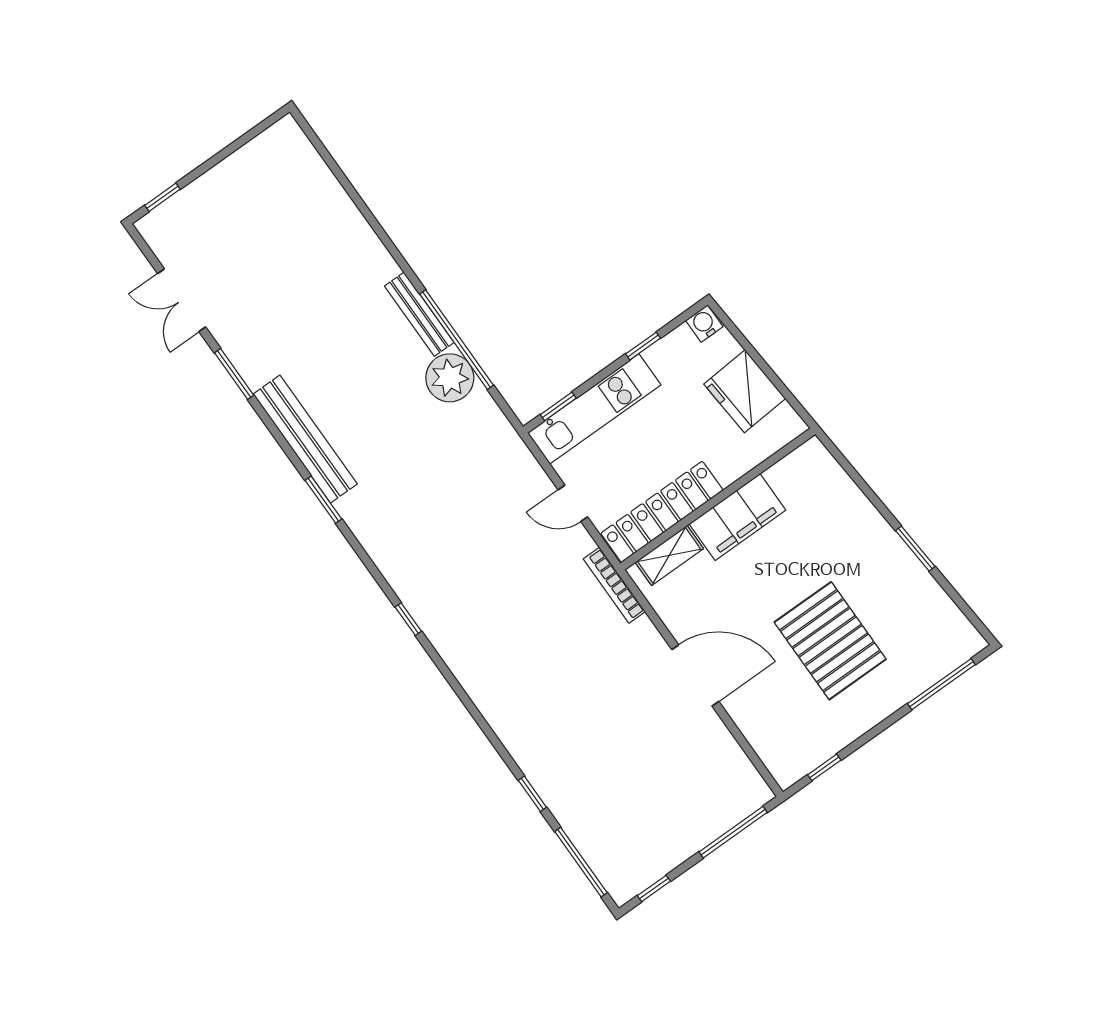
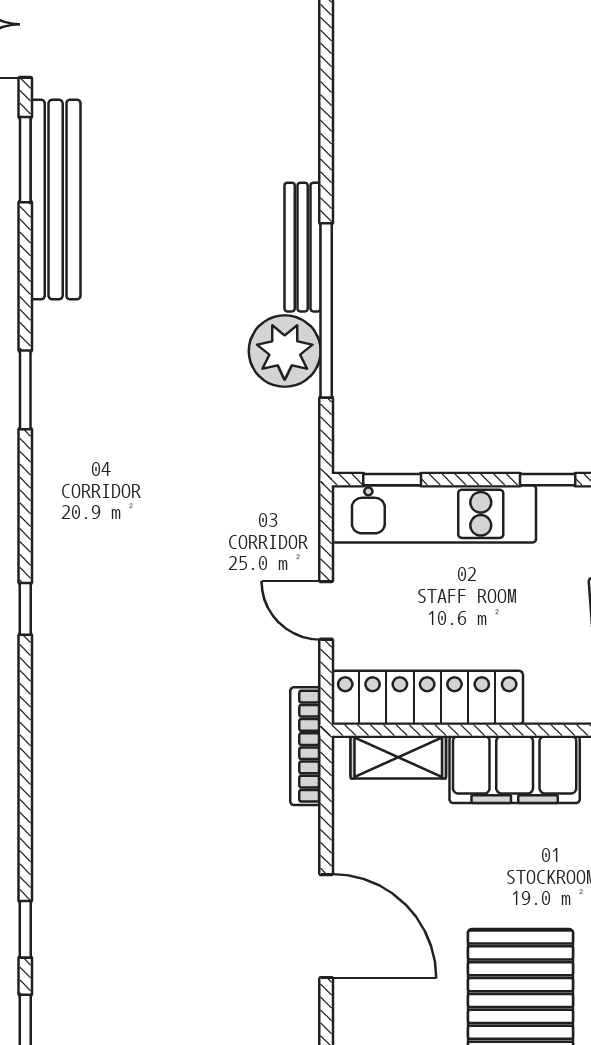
bench: (305, 439) -> (56, 200), moved

